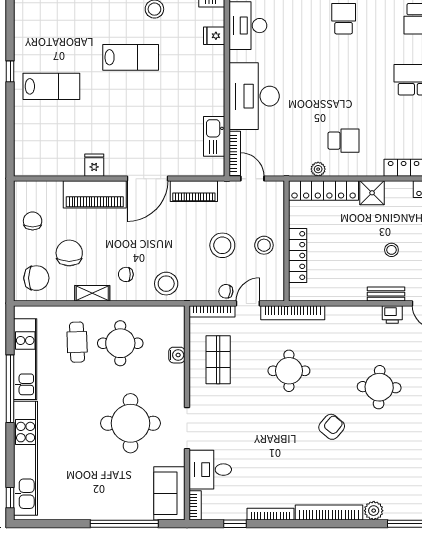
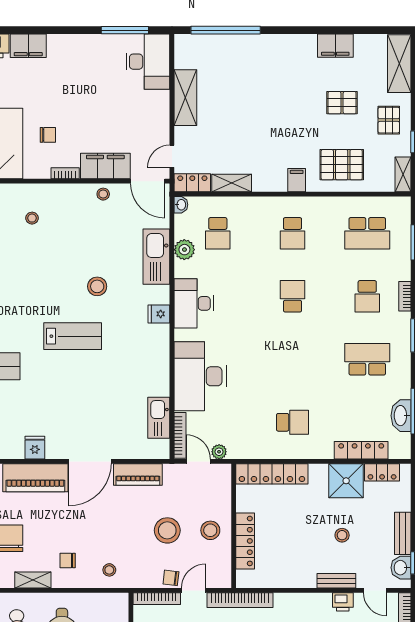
plant: (318, 169) -> (219, 452), moved
shower: (372, 193) -> (346, 481), moved, width x1.36, depth x1.36
stool: (166, 284) -> (109, 570), width x0.53, depth x0.53

